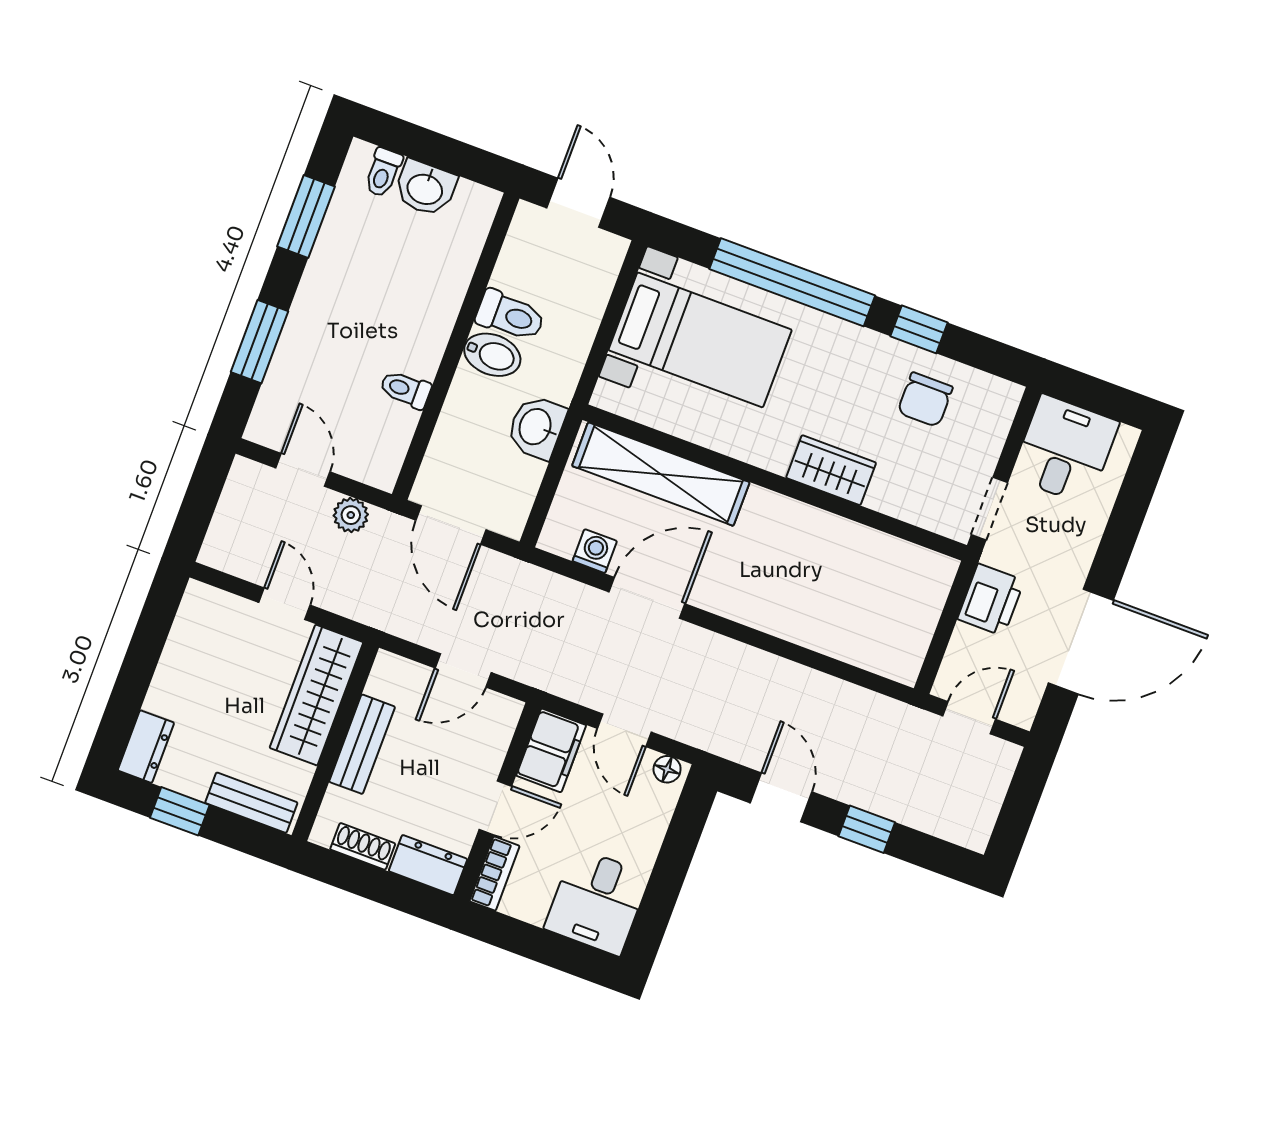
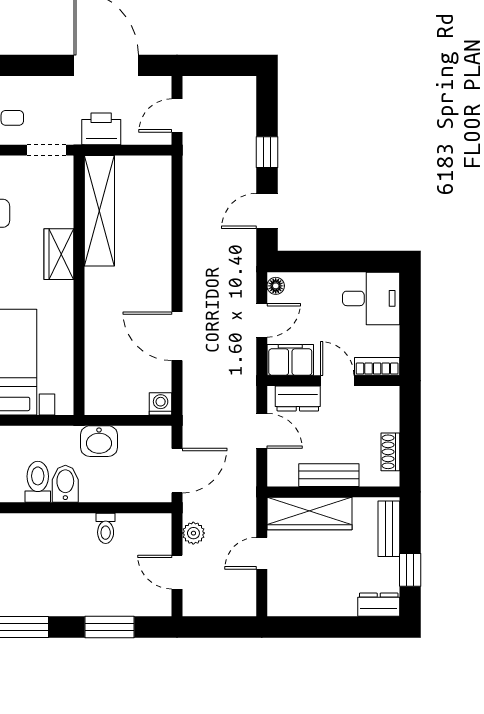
door: (303, 470) -> (177, 572), hinge flipped
shelving: (661, 474) -> (99, 211), moved
washing machine: (595, 551) -> (161, 404), moved, turned 90
door: (969, 718) -> (177, 115), hinge flipped
dresser: (428, 865) -> (298, 398), moved, turned -90

